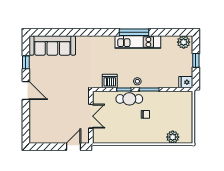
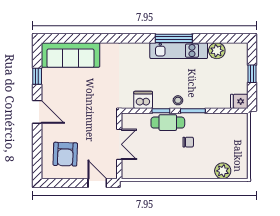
plant: (184, 42) -> (217, 51), moved
armchair: (48, 124) -> (65, 154), added
door: (74, 147) -> (97, 183), hinge flipped

